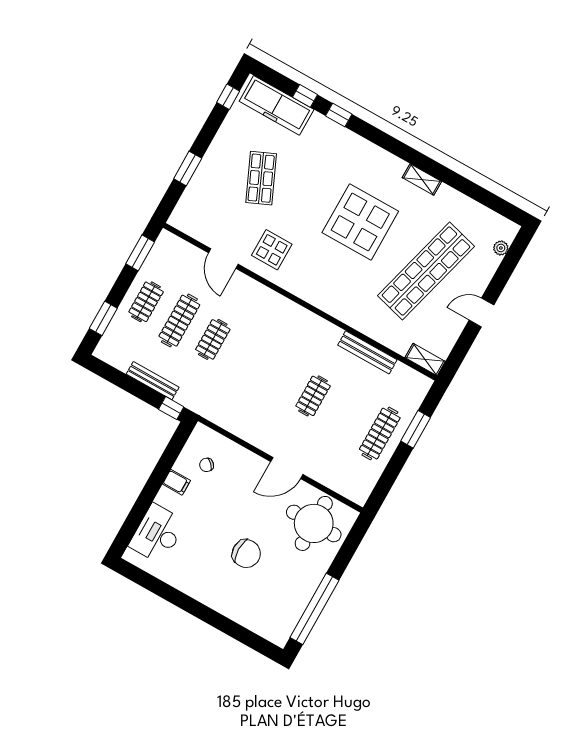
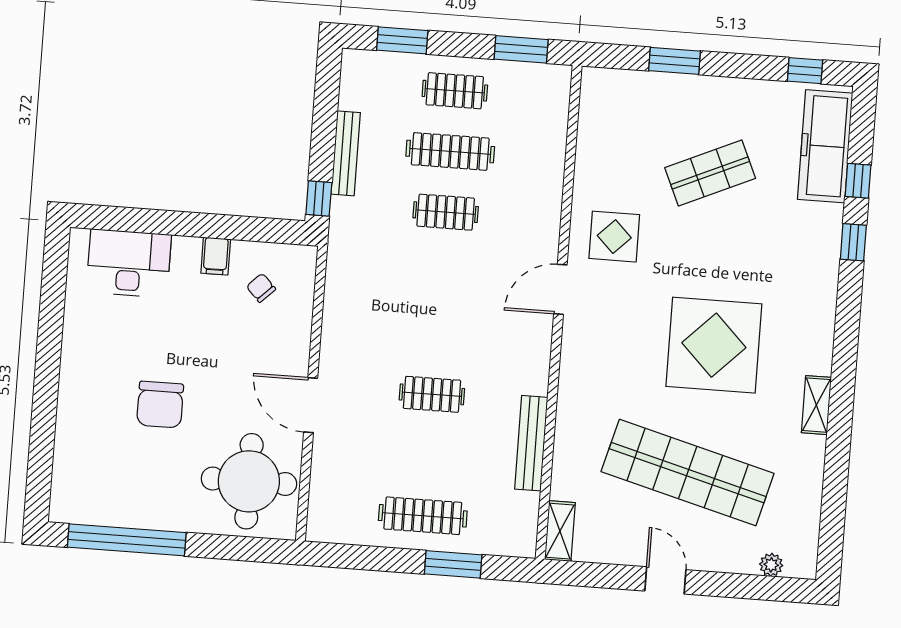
door: (223, 259) -> (560, 289), moved

